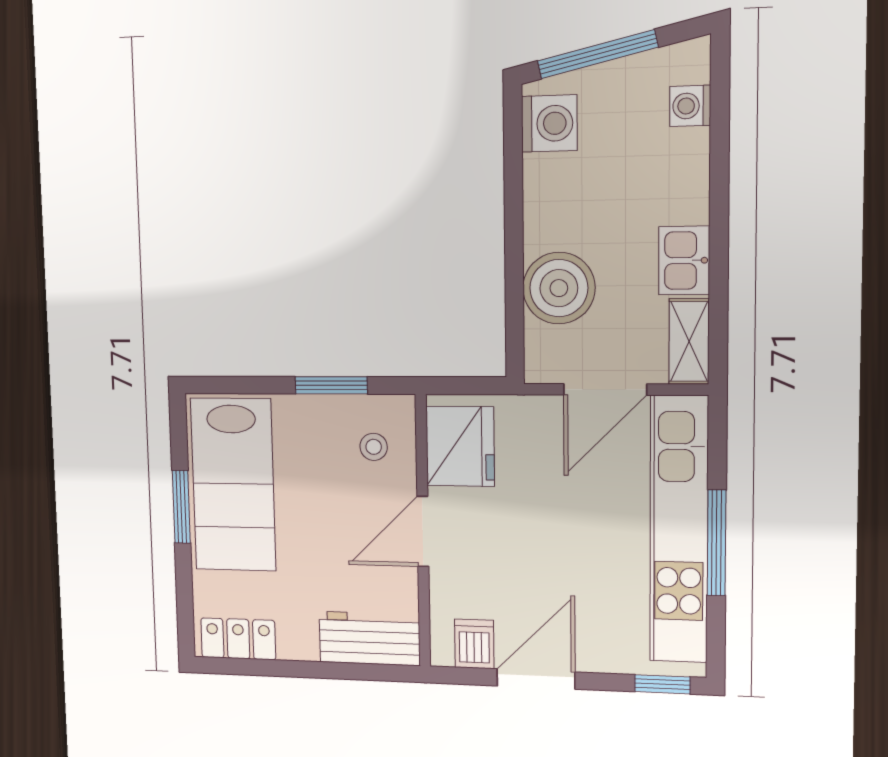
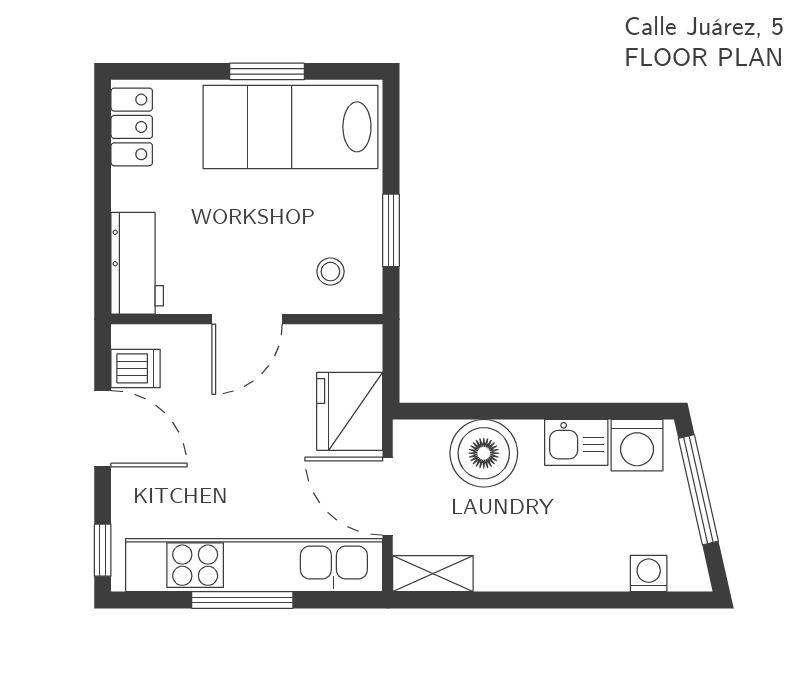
kitchen sink: (684, 261) -> (576, 442), moved, turned 180
fridge: (460, 446) -> (350, 411), moved, turned 90
door: (423, 531) -> (247, 319), swing flipped

